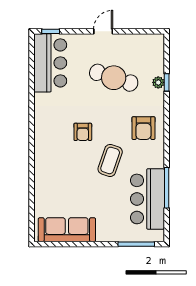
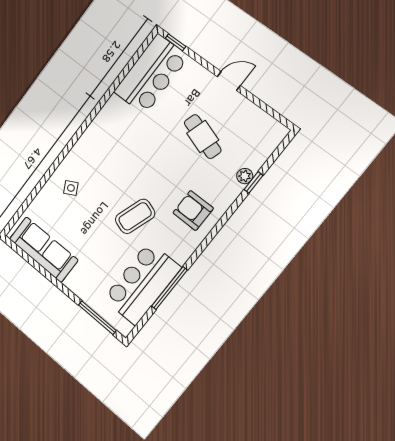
cafe table: (114, 78) -> (203, 137), width x0.73, depth x0.74
armchair: (143, 128) -> (193, 211), turned 90
armchair: (83, 132) -> (130, 167), removed
side table: (54, 175) -> (71, 188), added

